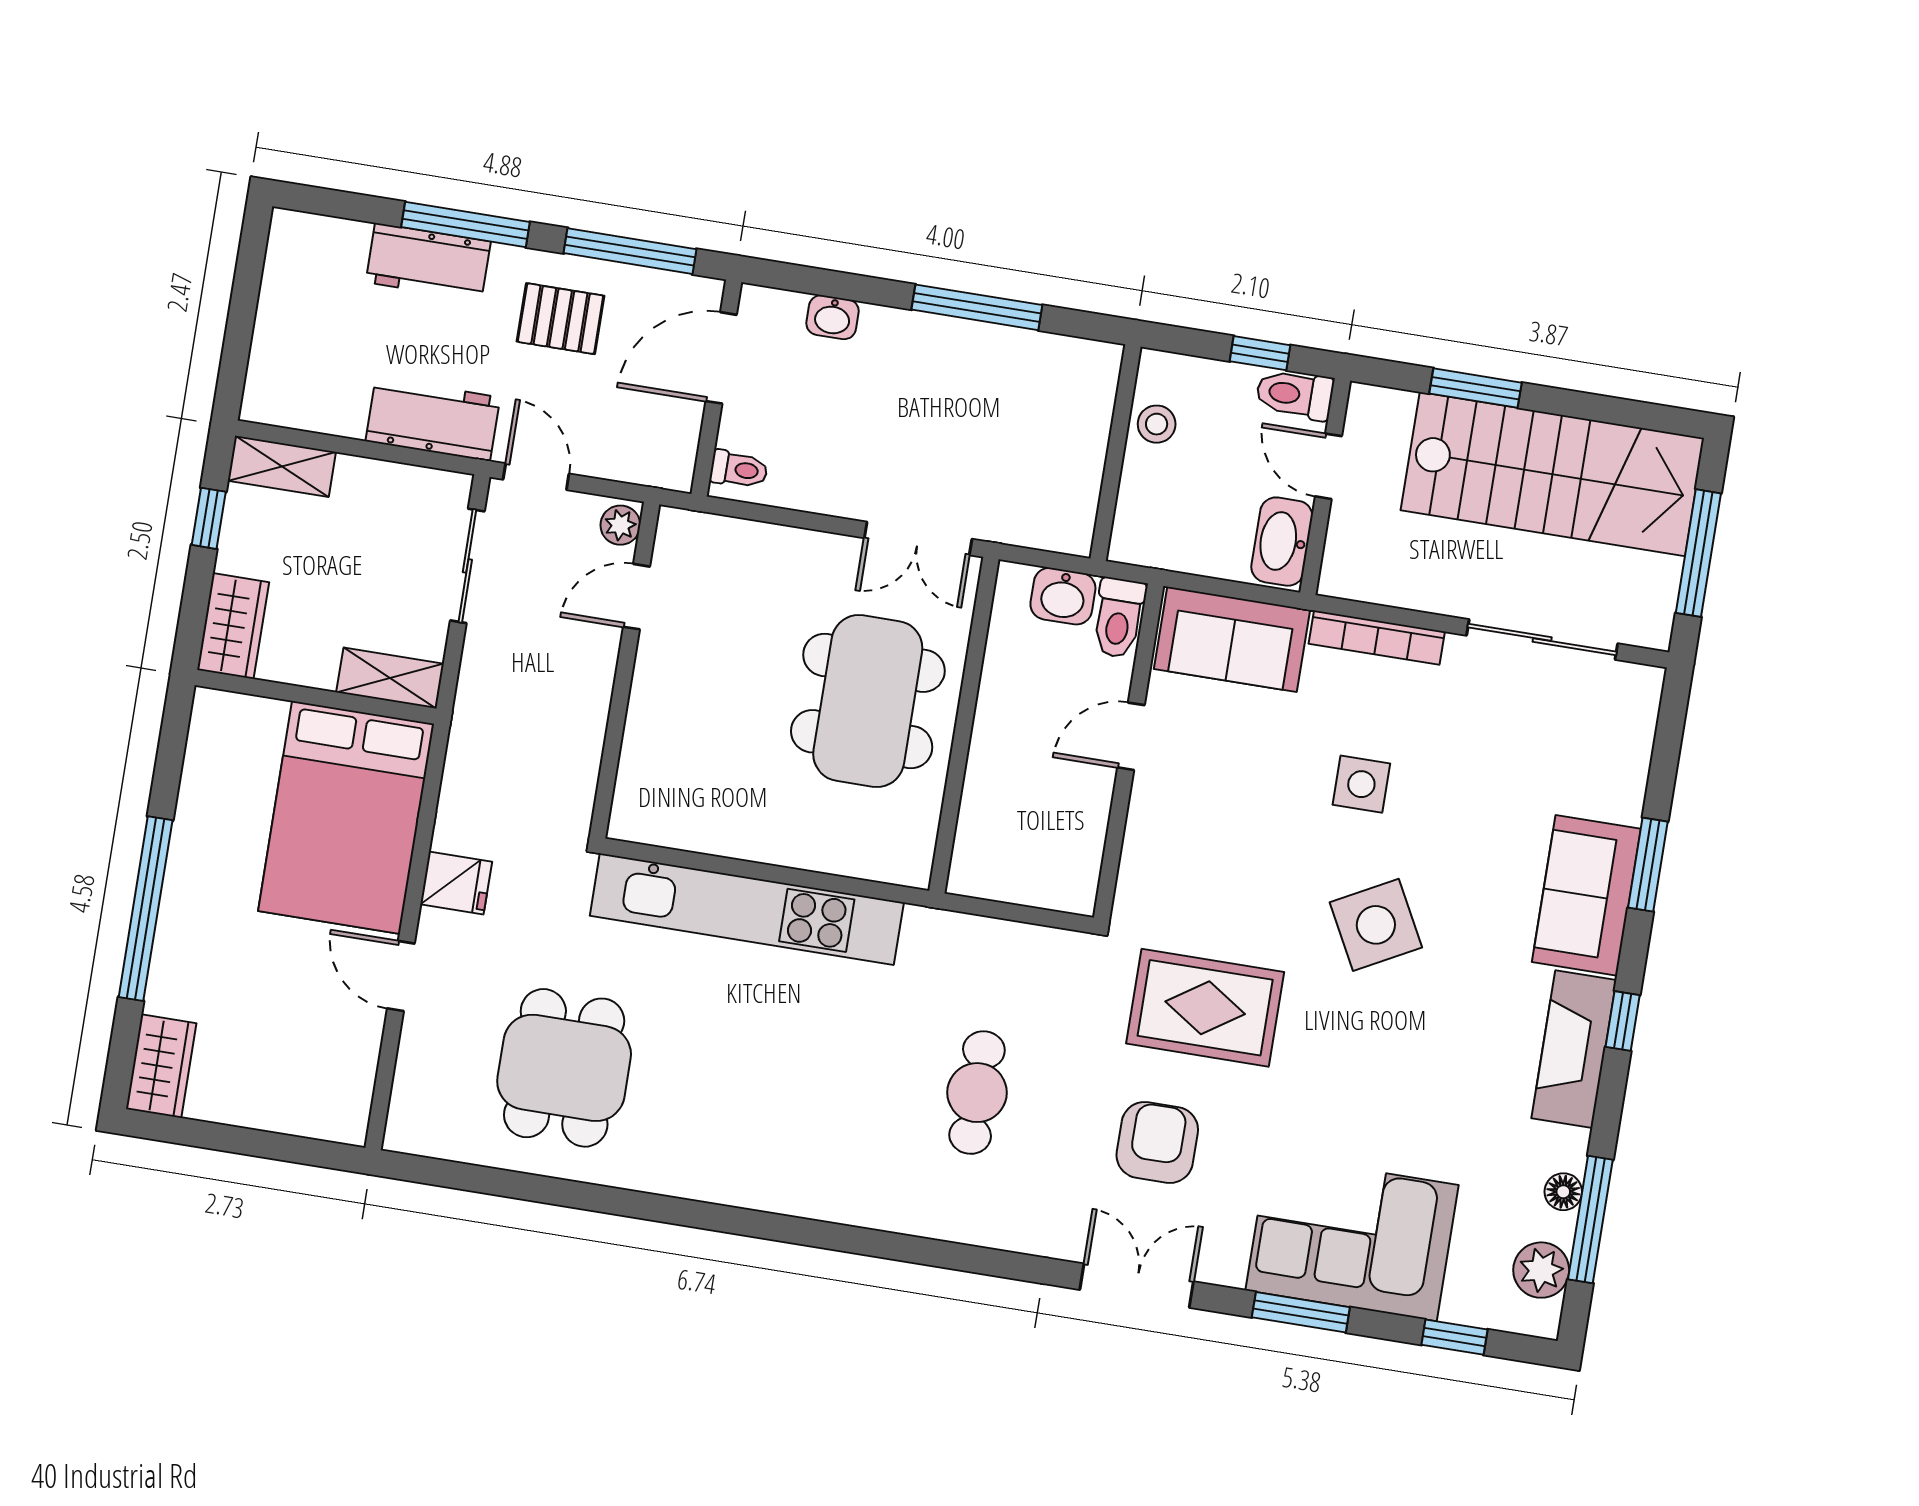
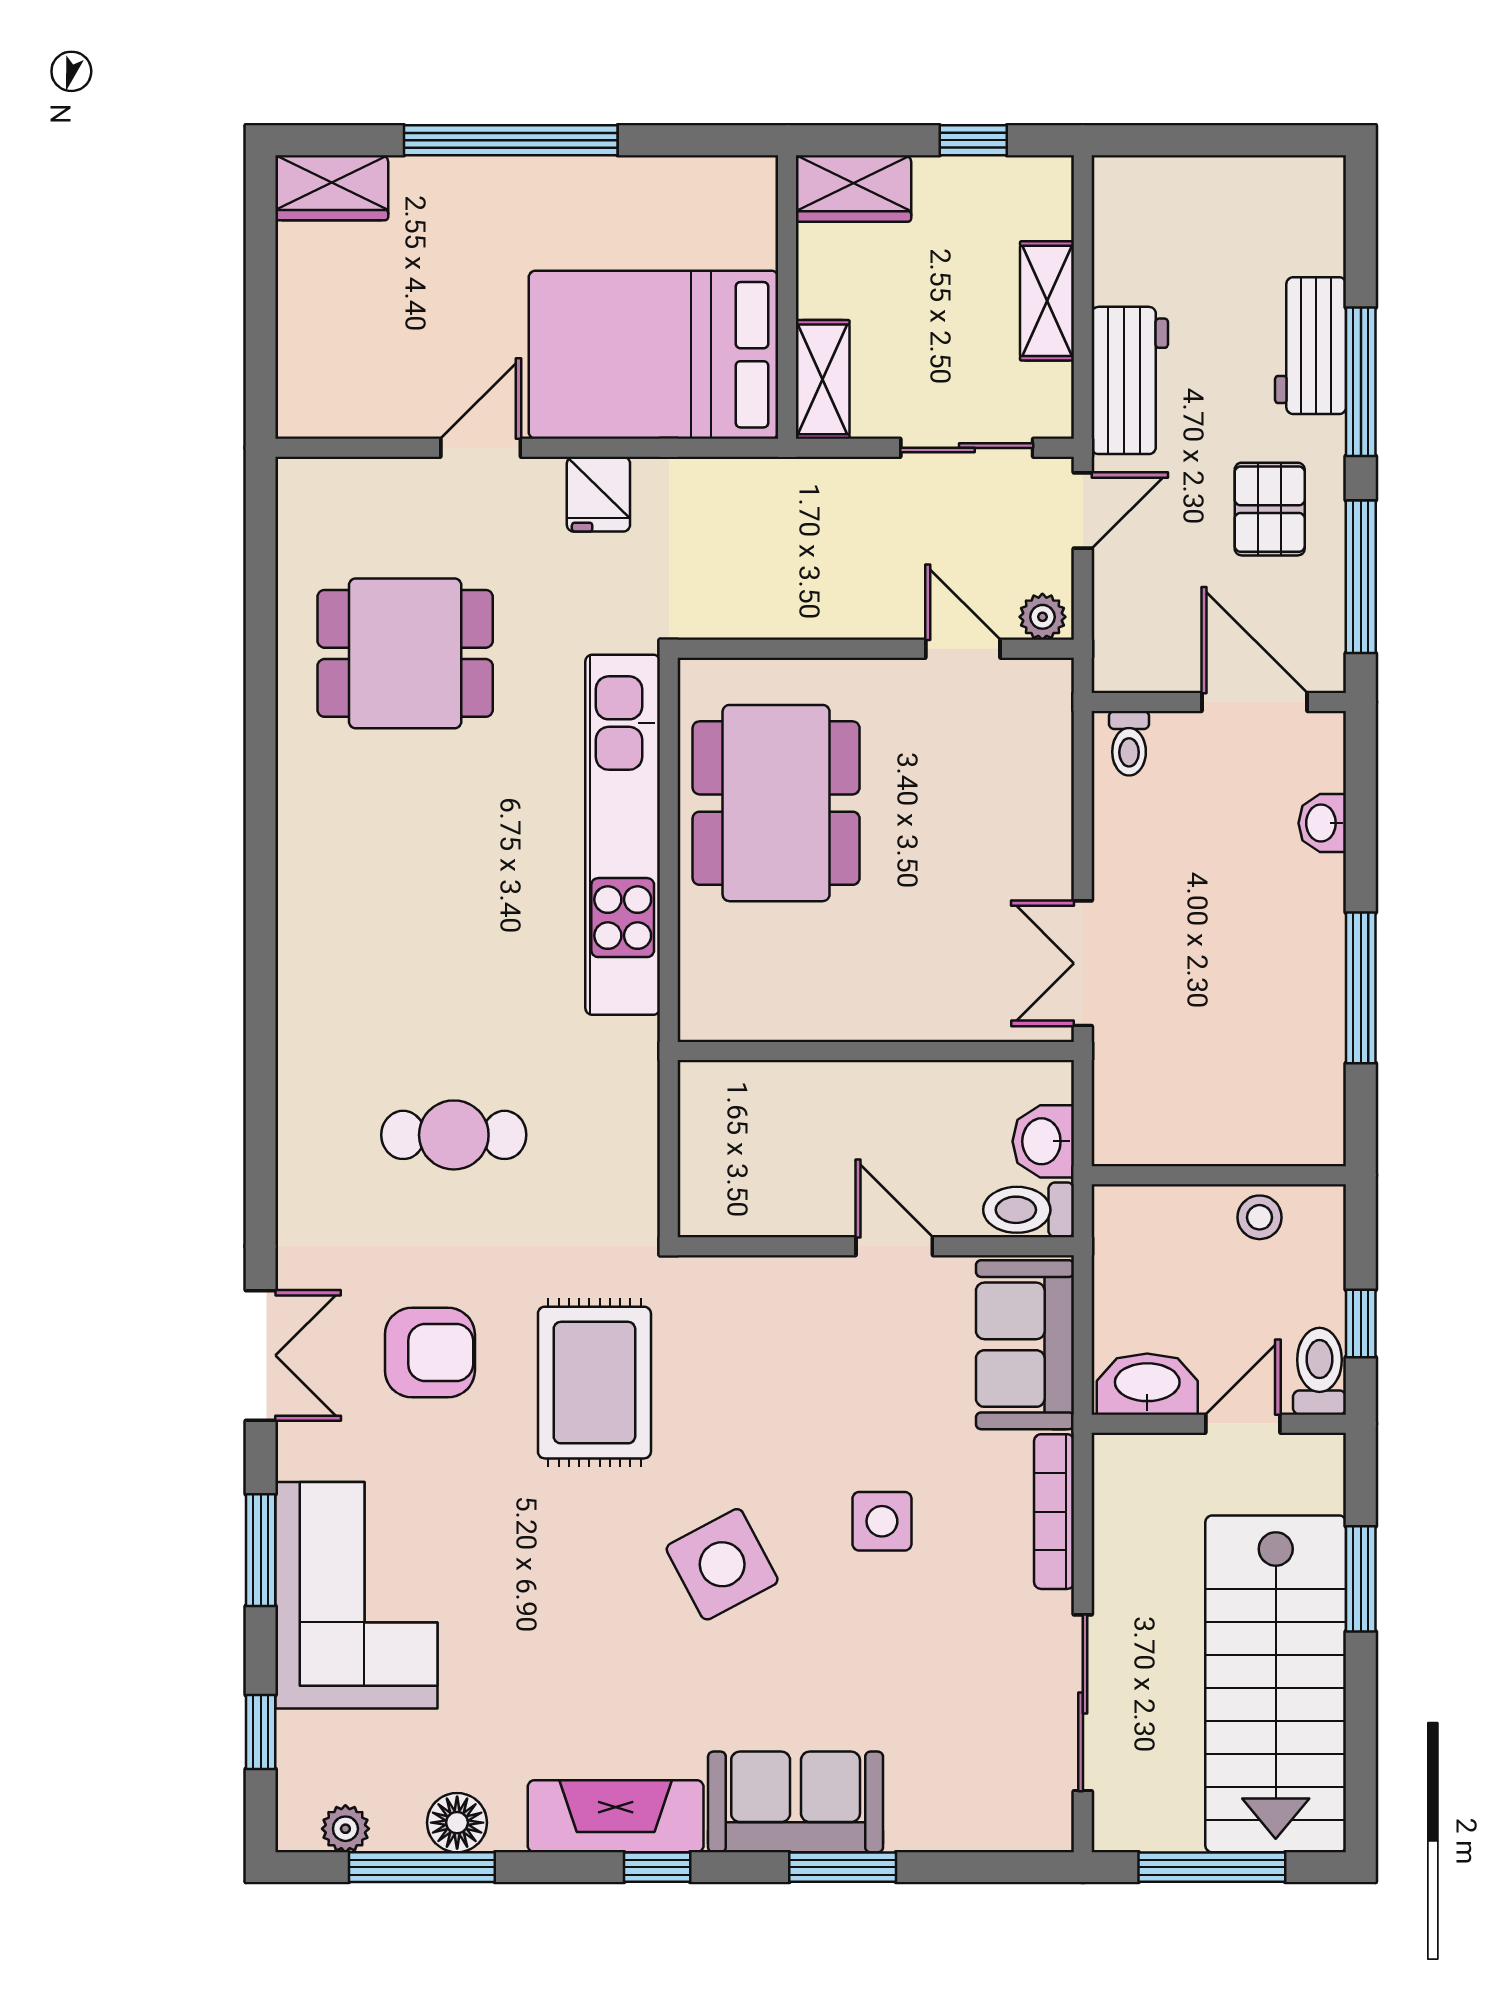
shelving: (282, 466) -> (1047, 301), moved
dining table: (868, 701) -> (776, 803), moved, turned 90
floor lamp: (1563, 1192) -> (457, 1823), width x1.37, depth x1.37
plant: (1541, 1270) -> (345, 1829), width x0.73, depth x0.73

